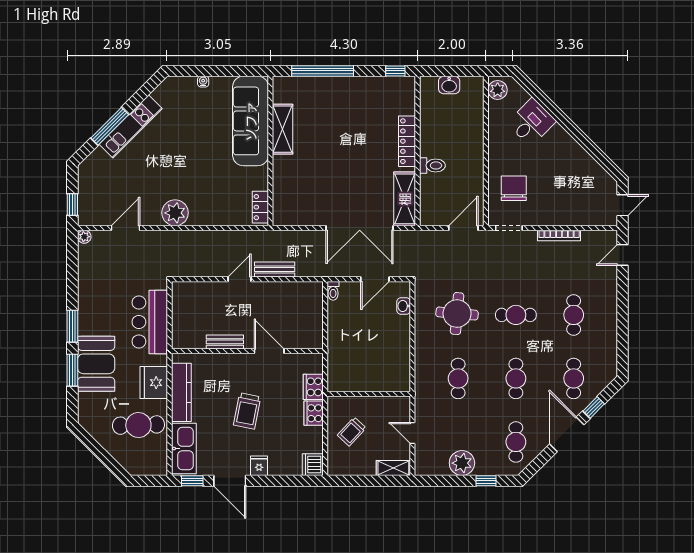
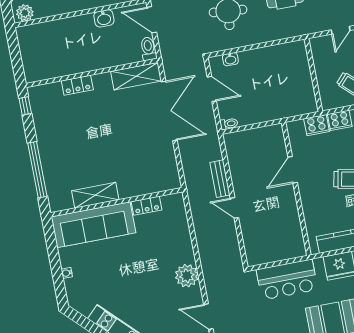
washbasin: (449, 85) -> (104, 18), moved, turned 90
locker: (407, 141) -> (77, 85), width x0.66
toilet: (432, 165) -> (148, 49), moved
locker: (260, 207) -> (146, 206), moved
bench: (225, 342) -> (292, 210), removed

